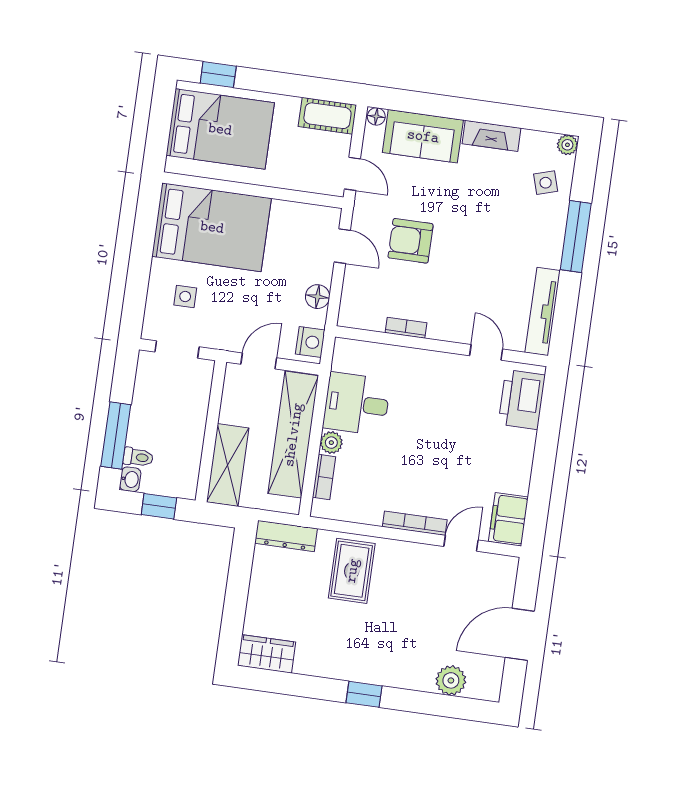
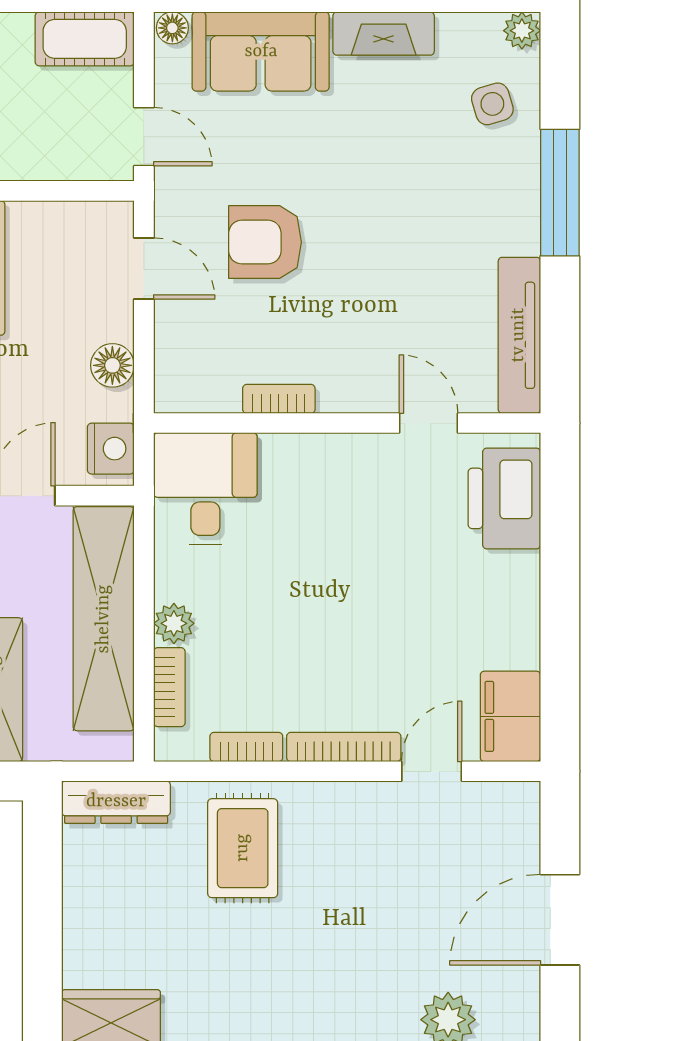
desk: (357, 404) -> (205, 489), moved, turned 90
bookcase: (361, 516) -> (246, 747), added

